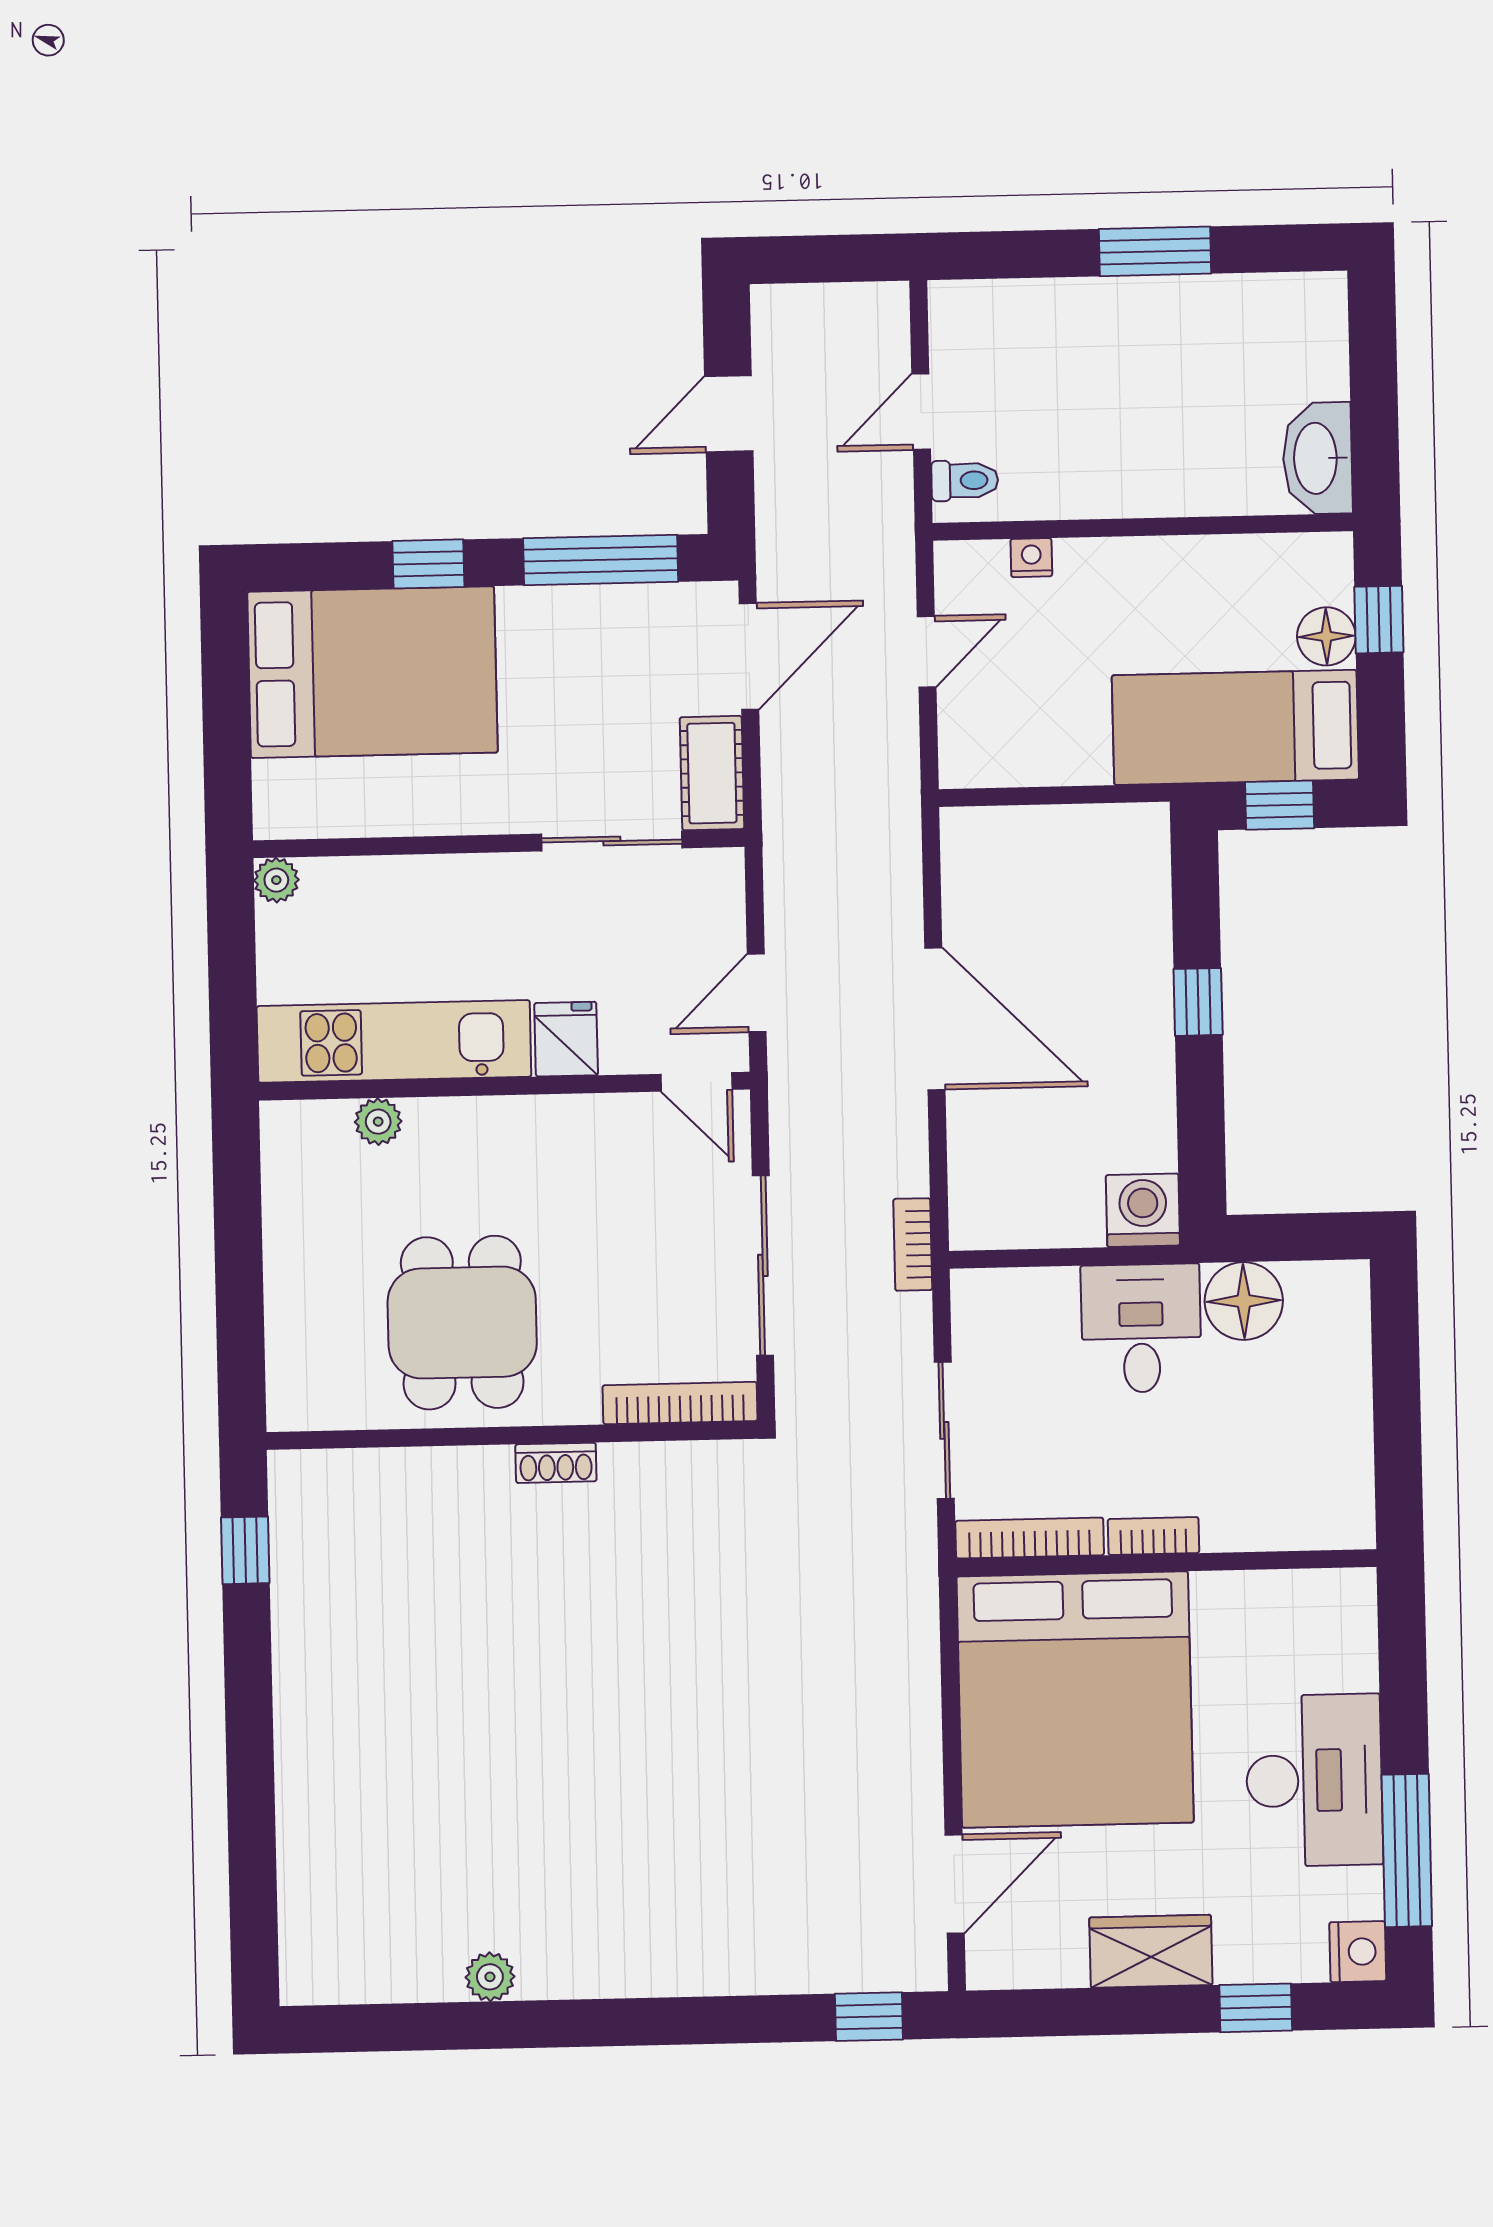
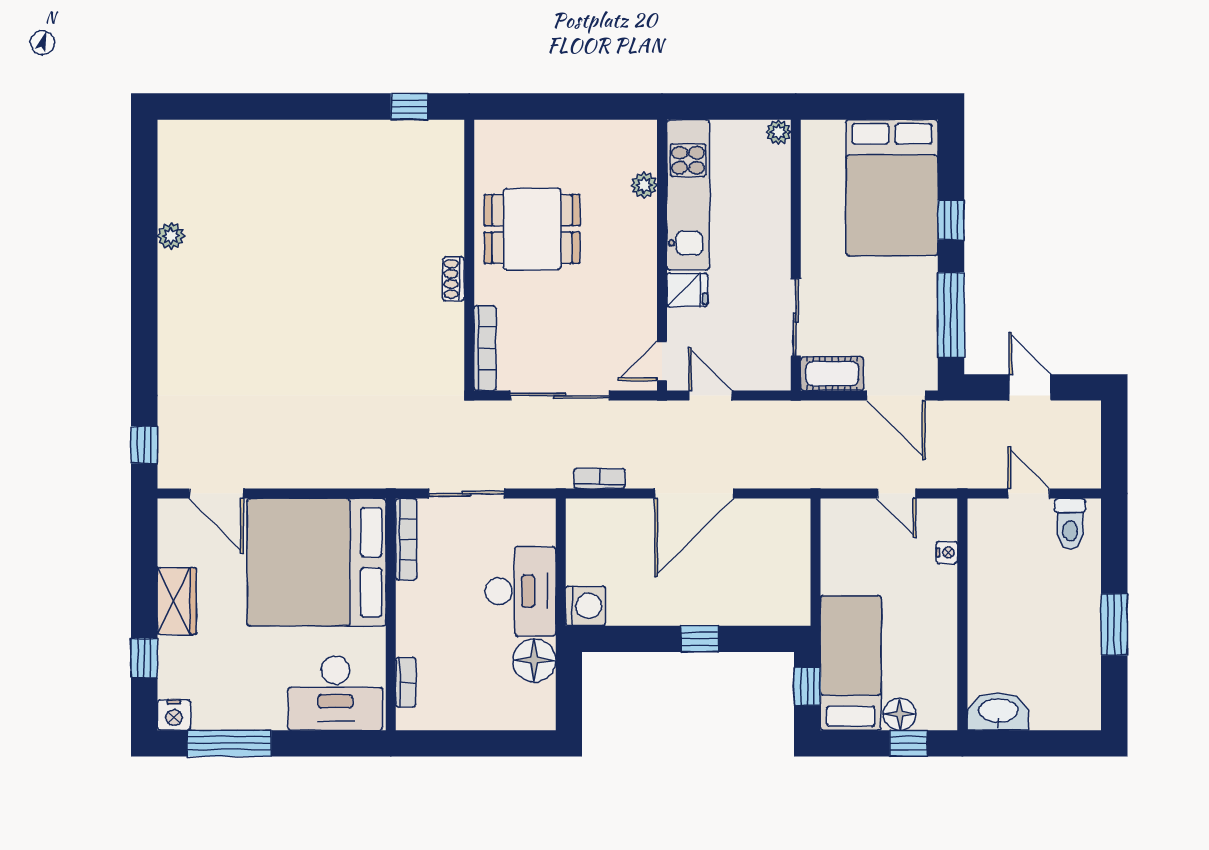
toilet: (965, 481) -> (1070, 524), moved, width x1.37, depth x1.39
bookcase: (913, 1244) -> (599, 478), moved
desk: (1141, 1328) -> (520, 591), width x1.37
bookcase: (1153, 1536) -> (406, 682), moved
desk: (1314, 1780) -> (335, 693), moved

